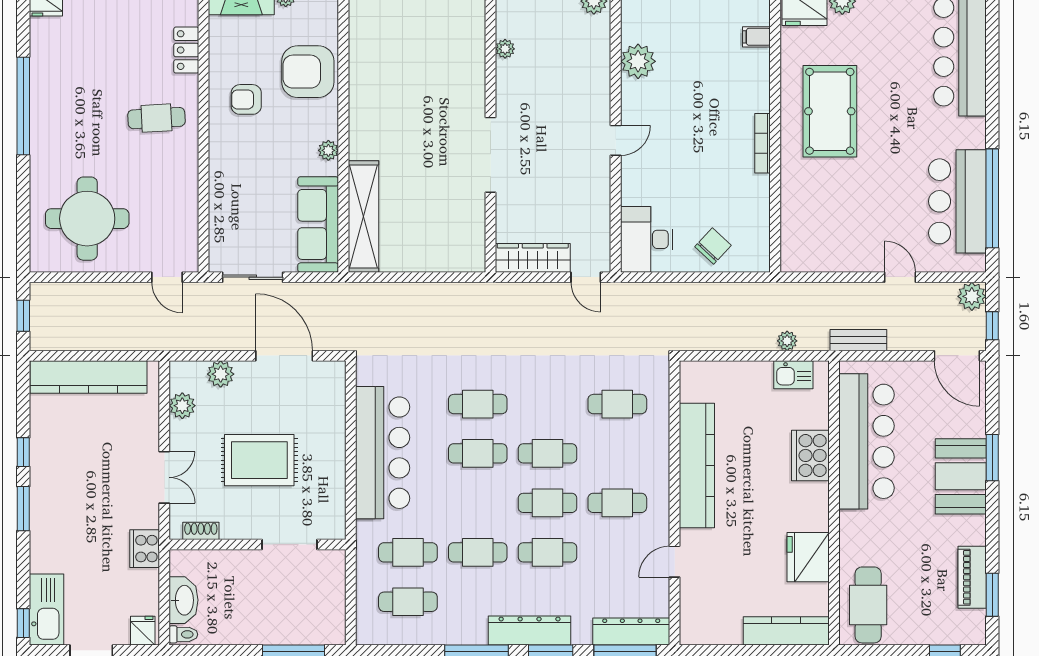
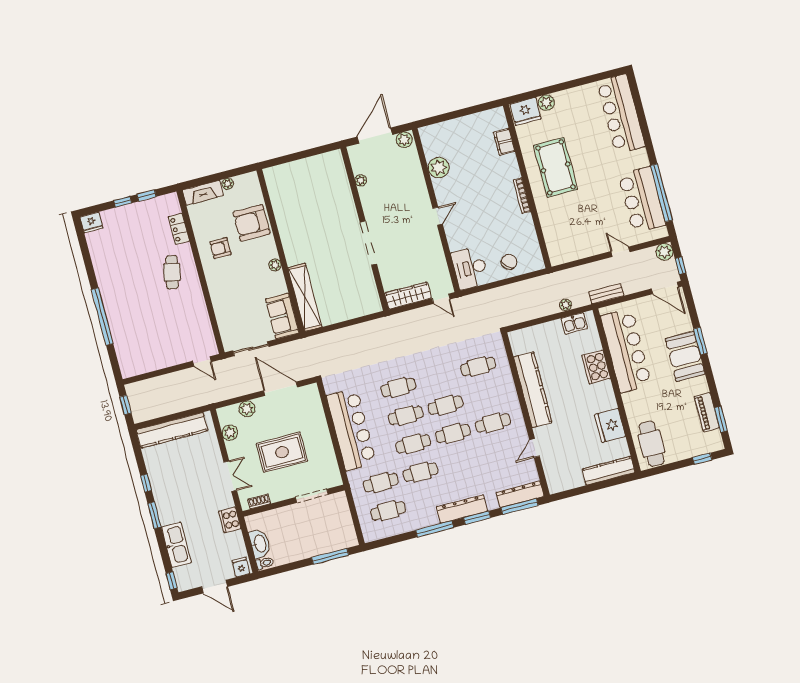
filing cabinet: (756, 37) -> (504, 142), width x2.00
window: (23, 106) -> (102, 317), moved
cafe table: (156, 118) -> (172, 272), turned -74
round table: (87, 219) -> (147, 340), removed
sofa: (318, 224) -> (282, 316), width x0.73
cafe table: (548, 552) -> (413, 444), moved
kitchen sink: (46, 610) -> (176, 545), moved

